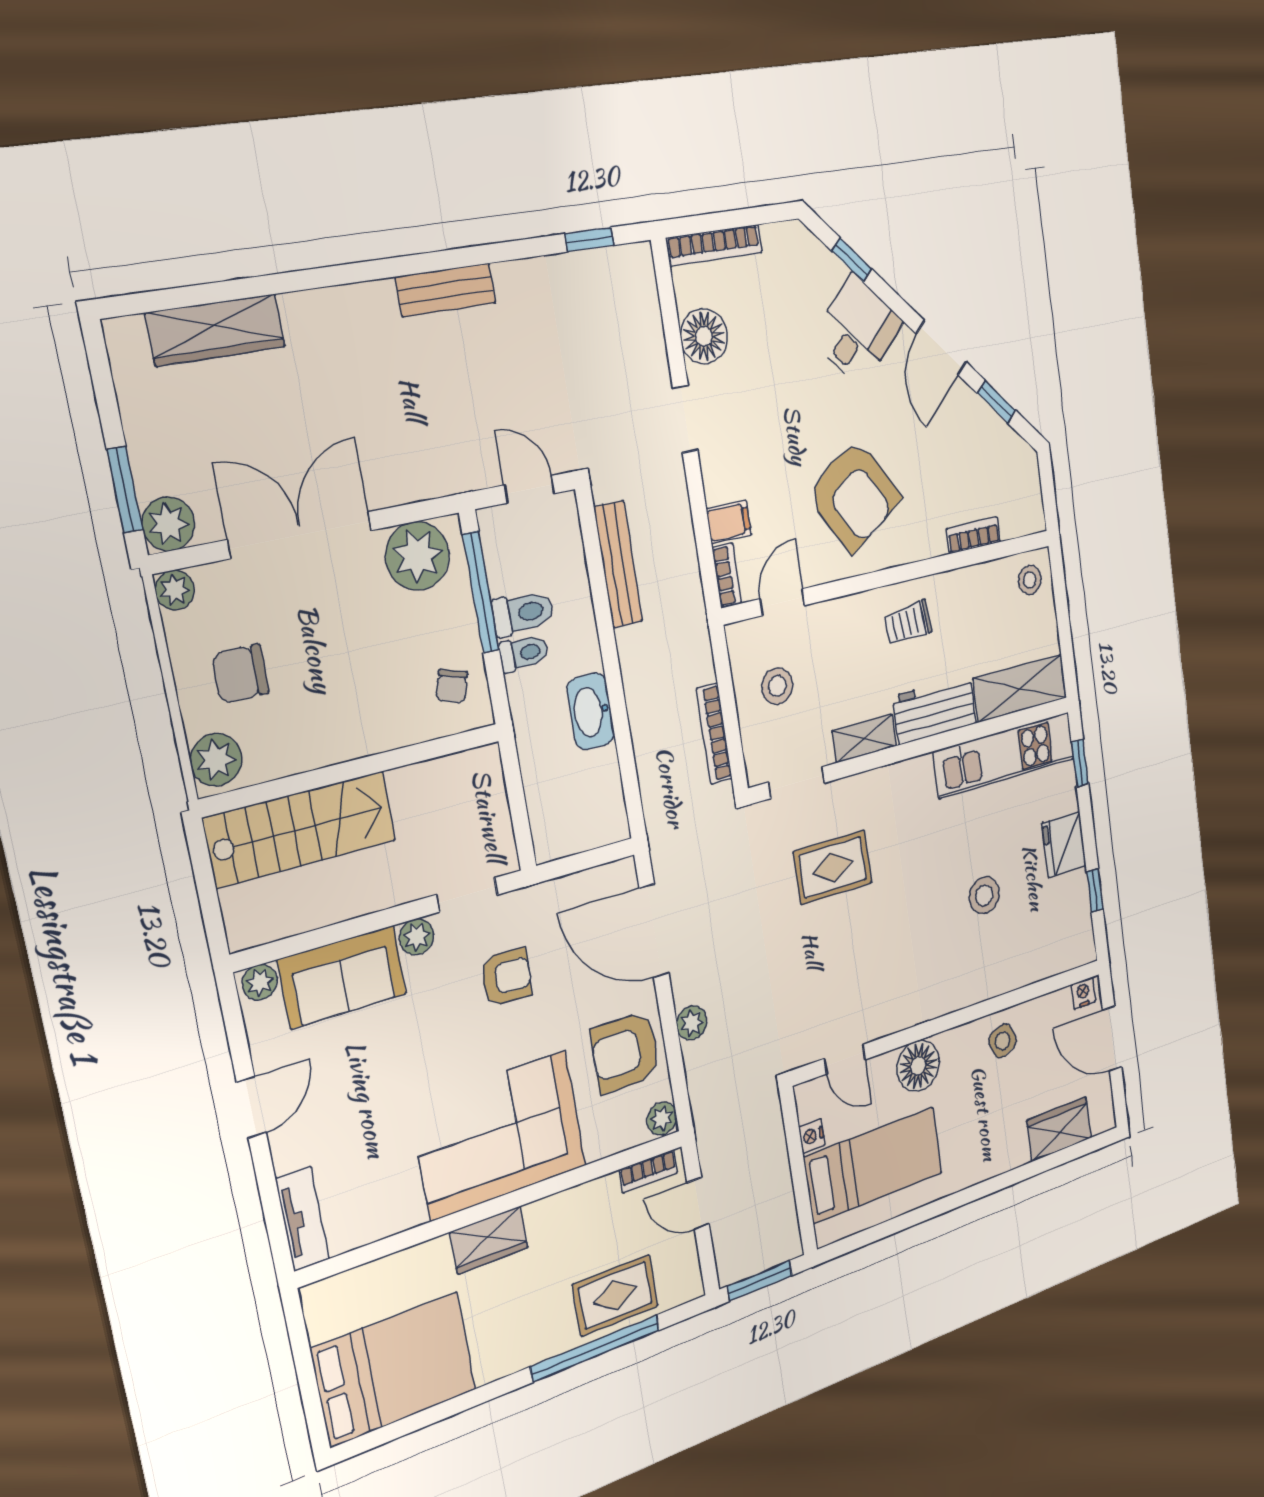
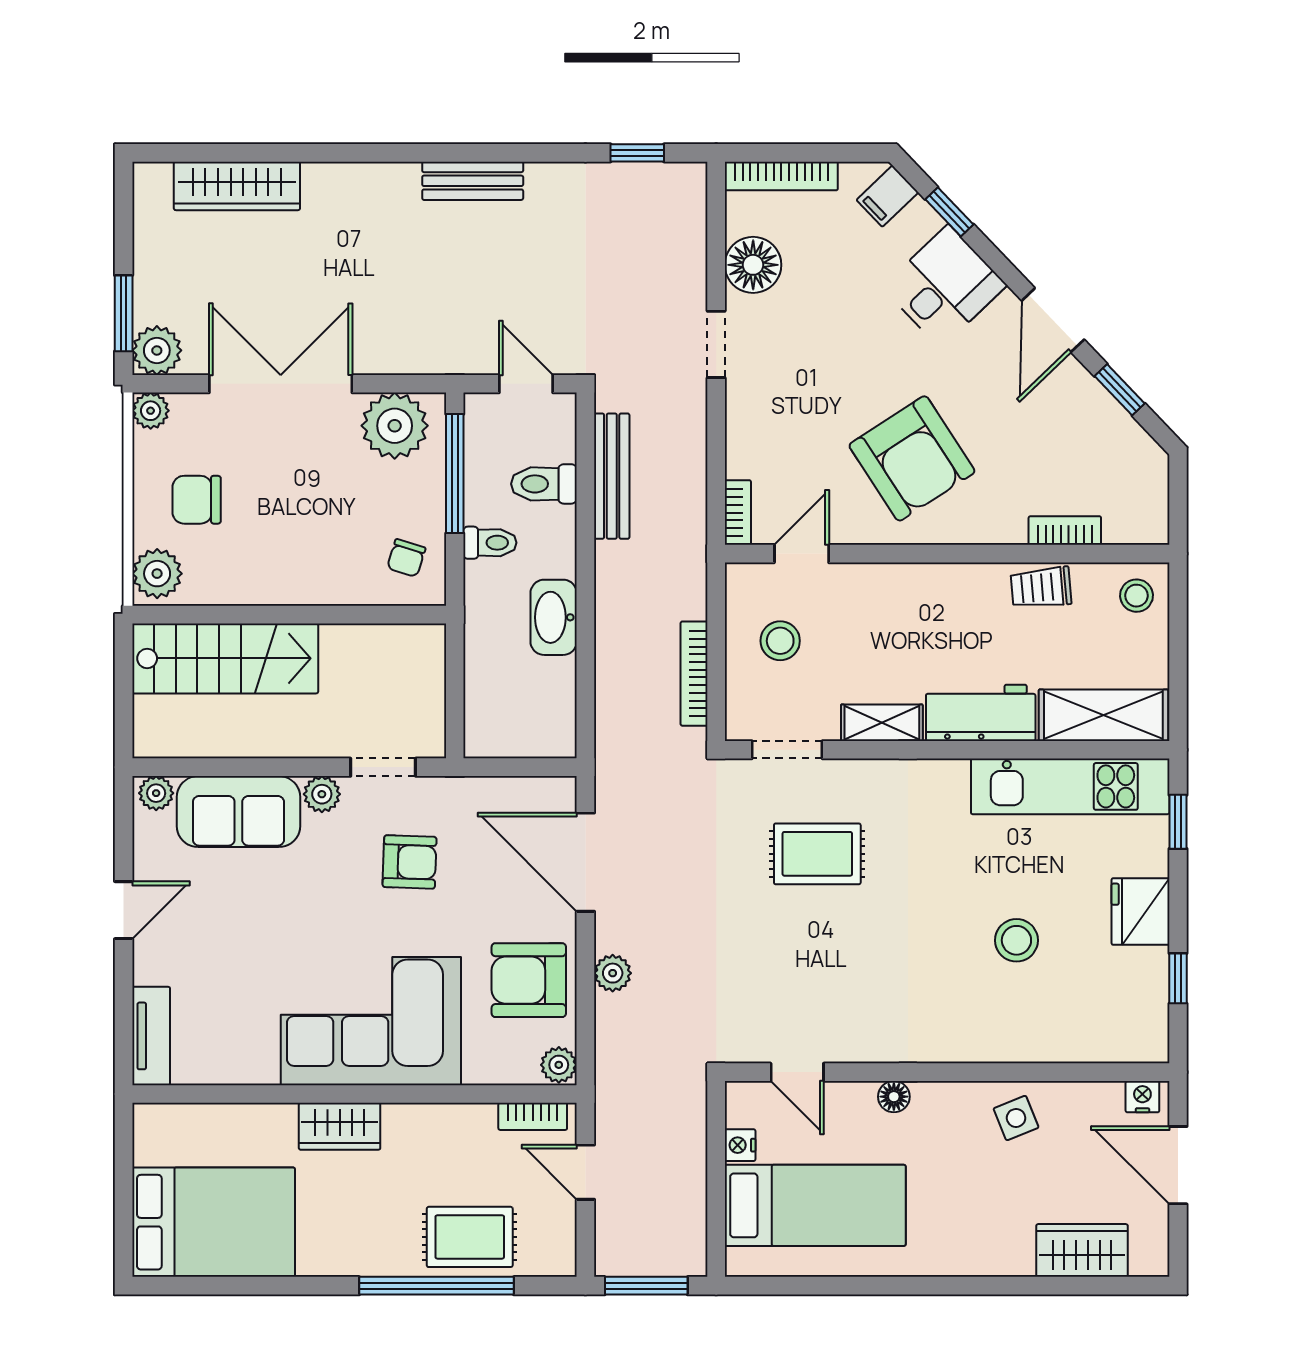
filing cabinet: (729, 522) -> (887, 196), moved, turned 136
toilet: (523, 613) -> (544, 484), moved, turned 180
trolley: (908, 623) -> (1041, 588), moved
floor lamp: (918, 1066) -> (894, 1097), width x0.53, depth x0.53

